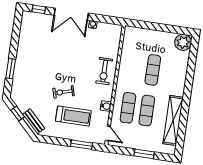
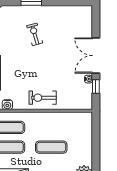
window: (39, 9) -> (96, 87), moved
exercise bike: (64, 92) -> (35, 34), moved

